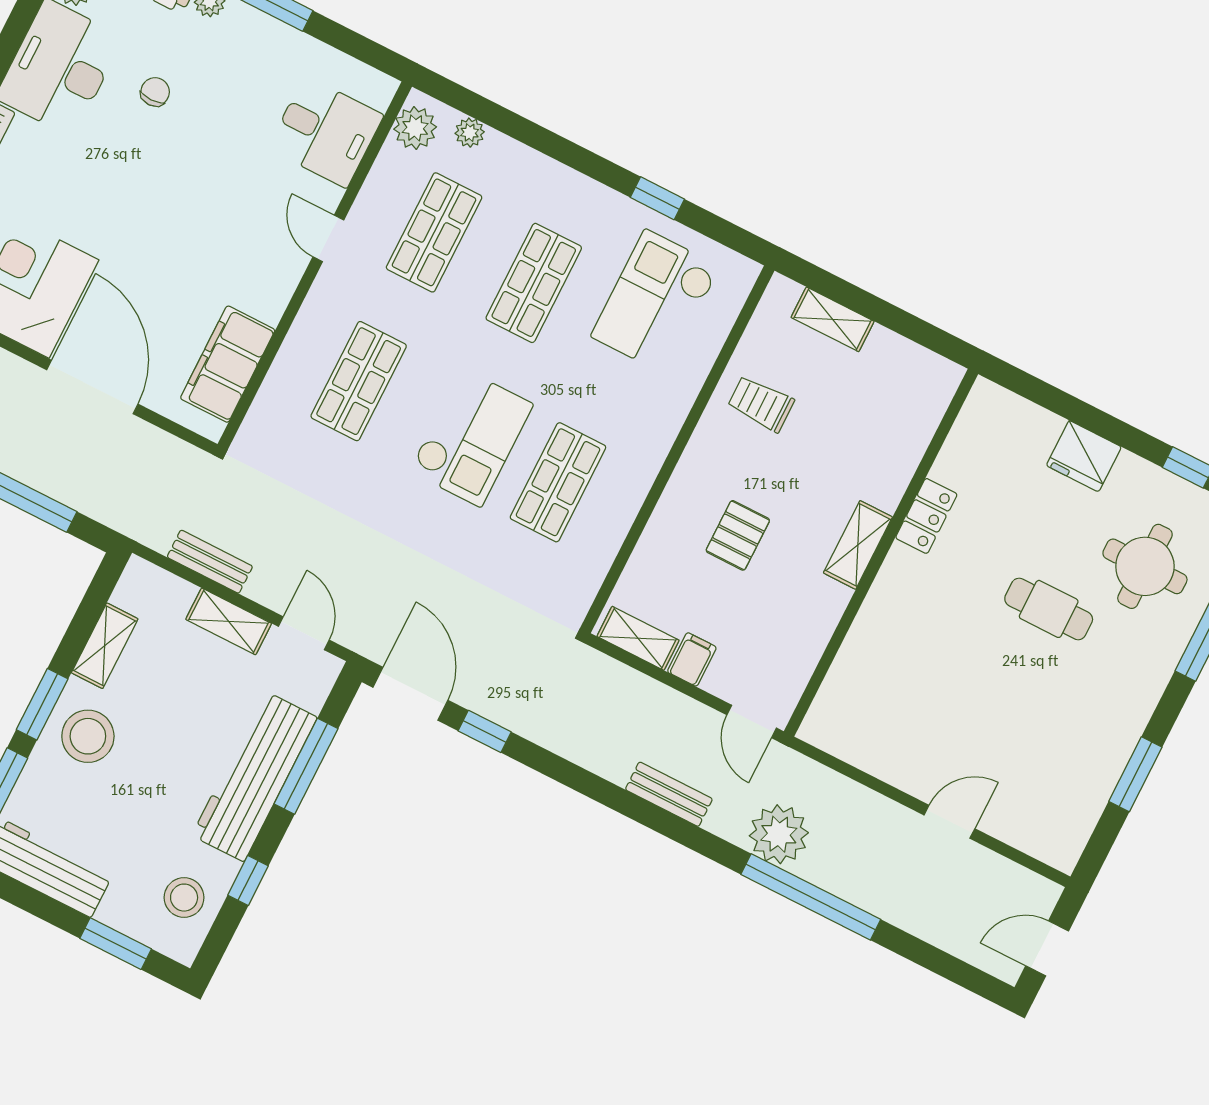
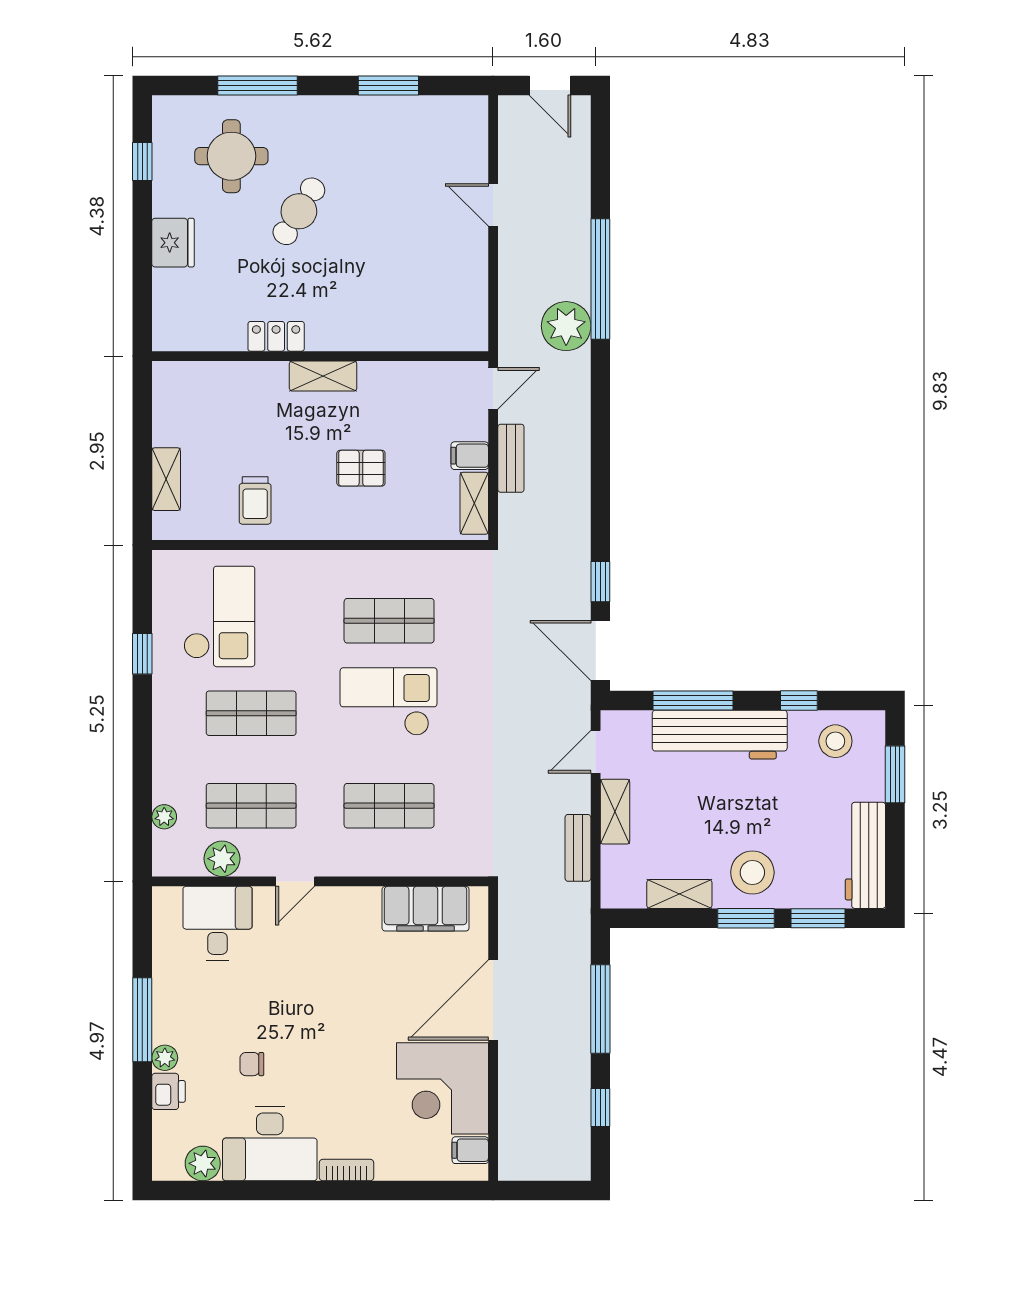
plant: (415, 128) -> (222, 859), moved
checkout: (655, 302) -> (219, 616), turned -90
cafe table: (1049, 609) -> (299, 211), turned 32
door: (410, 694) -> (600, 650), hinge flipped
bench: (669, 794) -> (511, 458), moved

